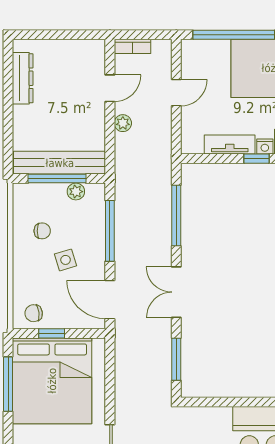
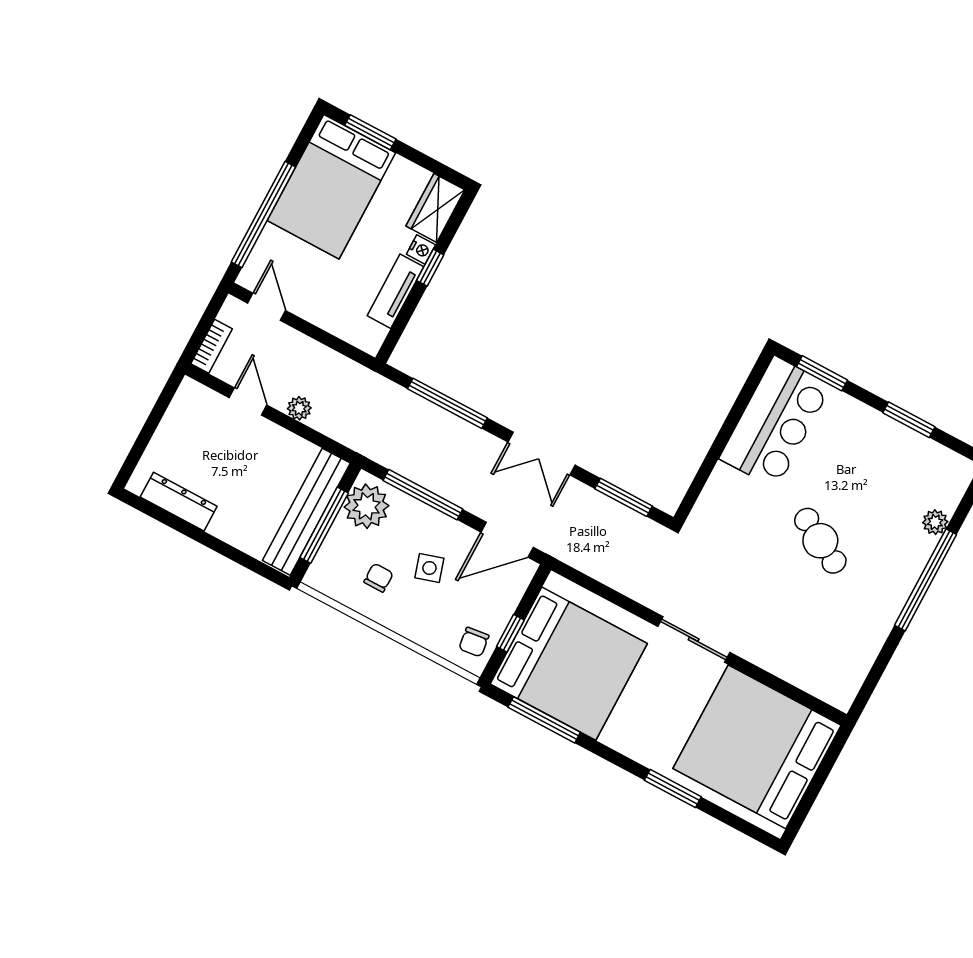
door: (176, 93) -> (267, 307), moved
plant: (76, 192) -> (366, 506), width x1.87, depth x1.87

